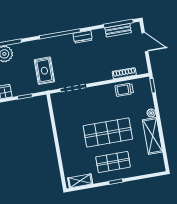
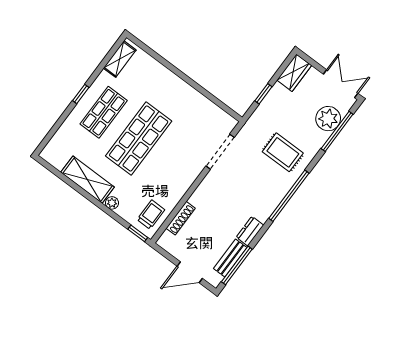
dresser: (83, 37) -> (250, 231), moved
rug: (44, 71) -> (283, 152), moved
trolley: (124, 90) -> (151, 215), moved

